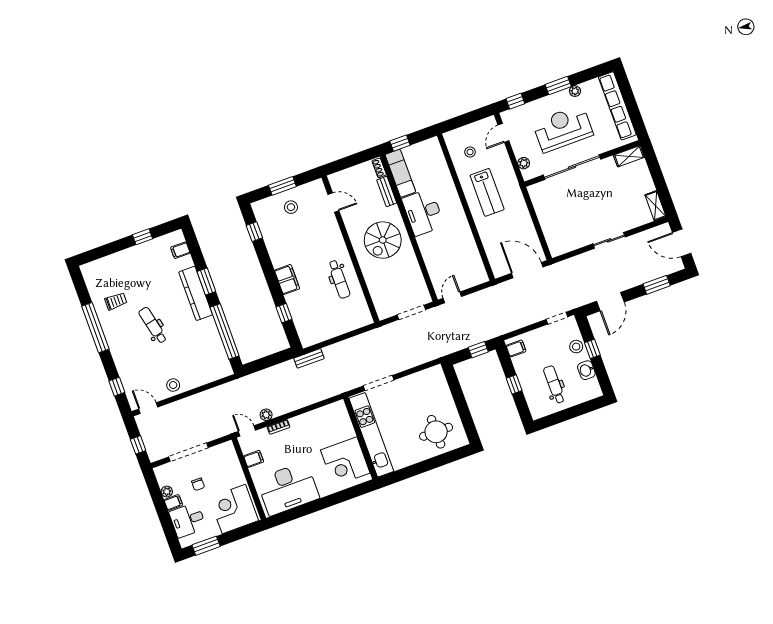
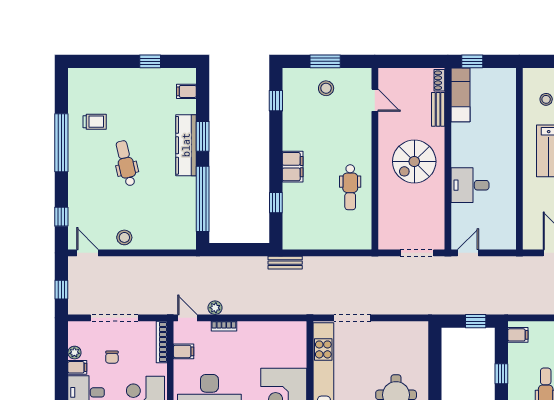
desk: (423, 212) -> (470, 185), moved, width x0.73
bookcase: (233, 458) -> (162, 342), added

